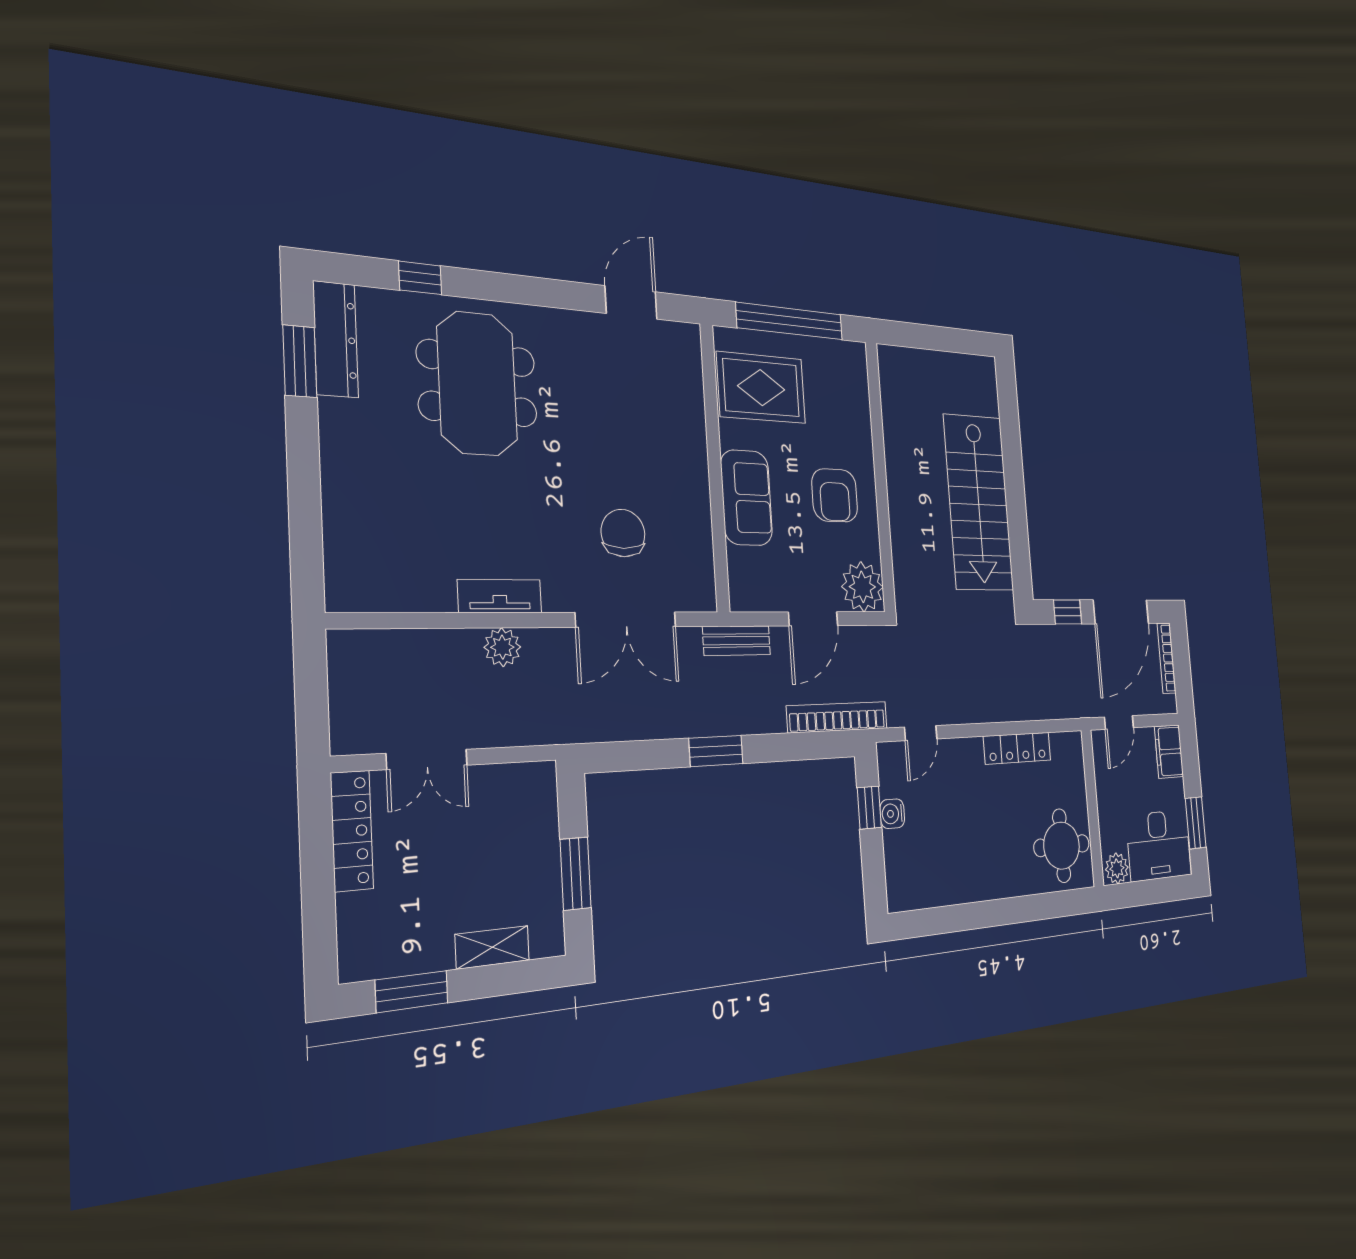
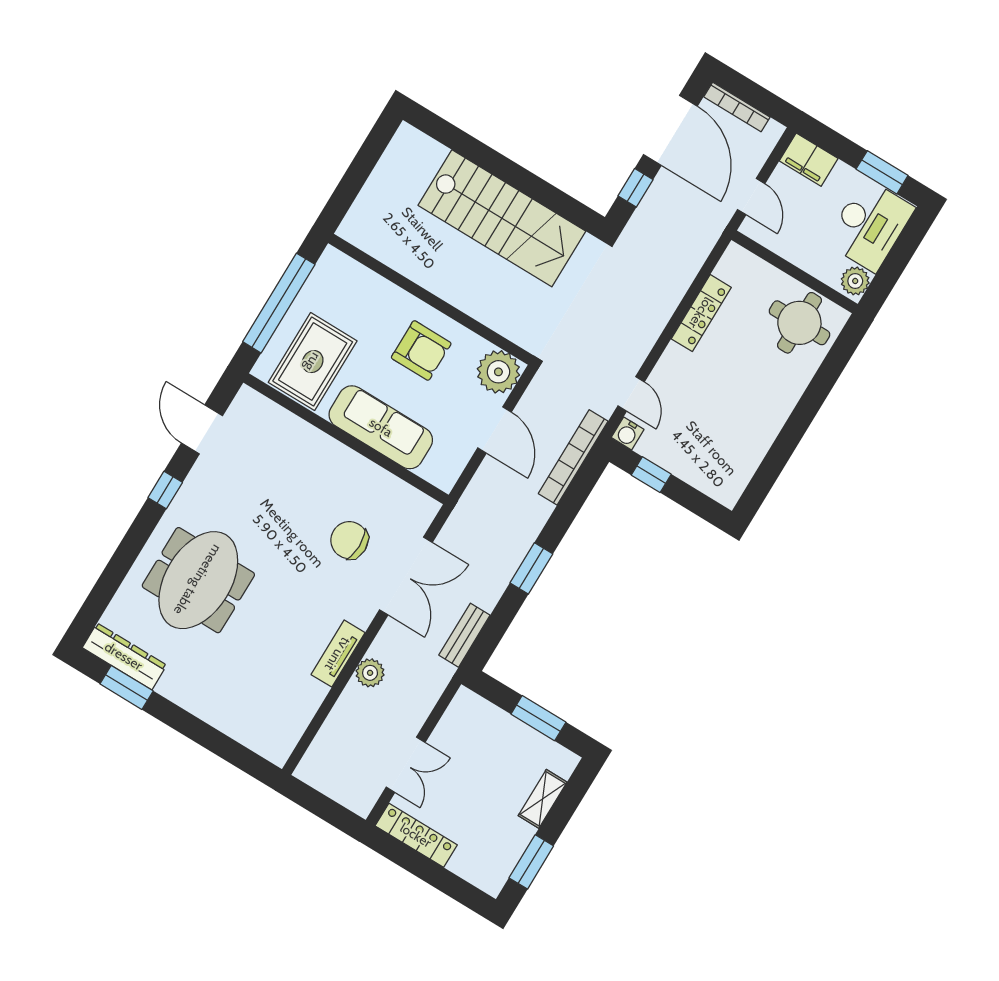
window: (420, 278) -> (165, 490), moved
meeting table: (477, 384) -> (198, 580), turned 90
sofa: (746, 498) -> (381, 427), width x1.36
bench: (737, 641) -> (464, 635), moved
water cooler: (892, 814) -> (628, 433), moved

